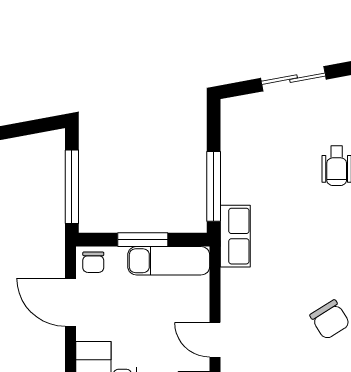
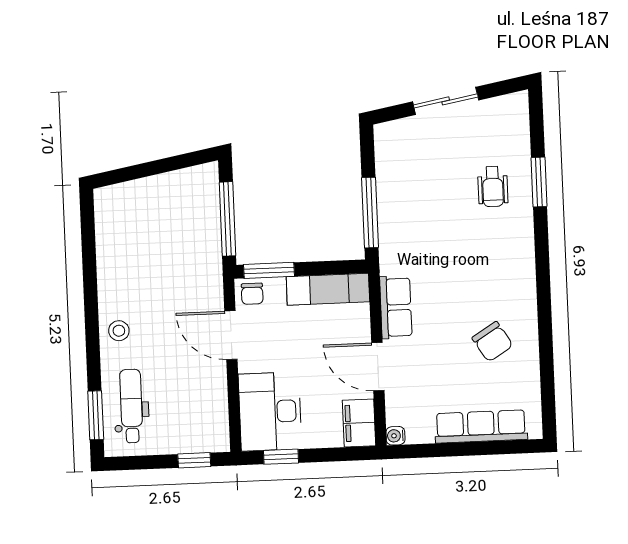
row of seats: (235, 236) -> (396, 307), moved
window: (143, 240) -> (269, 270), moved
door: (215, 340) -> (378, 367), width x1.38

